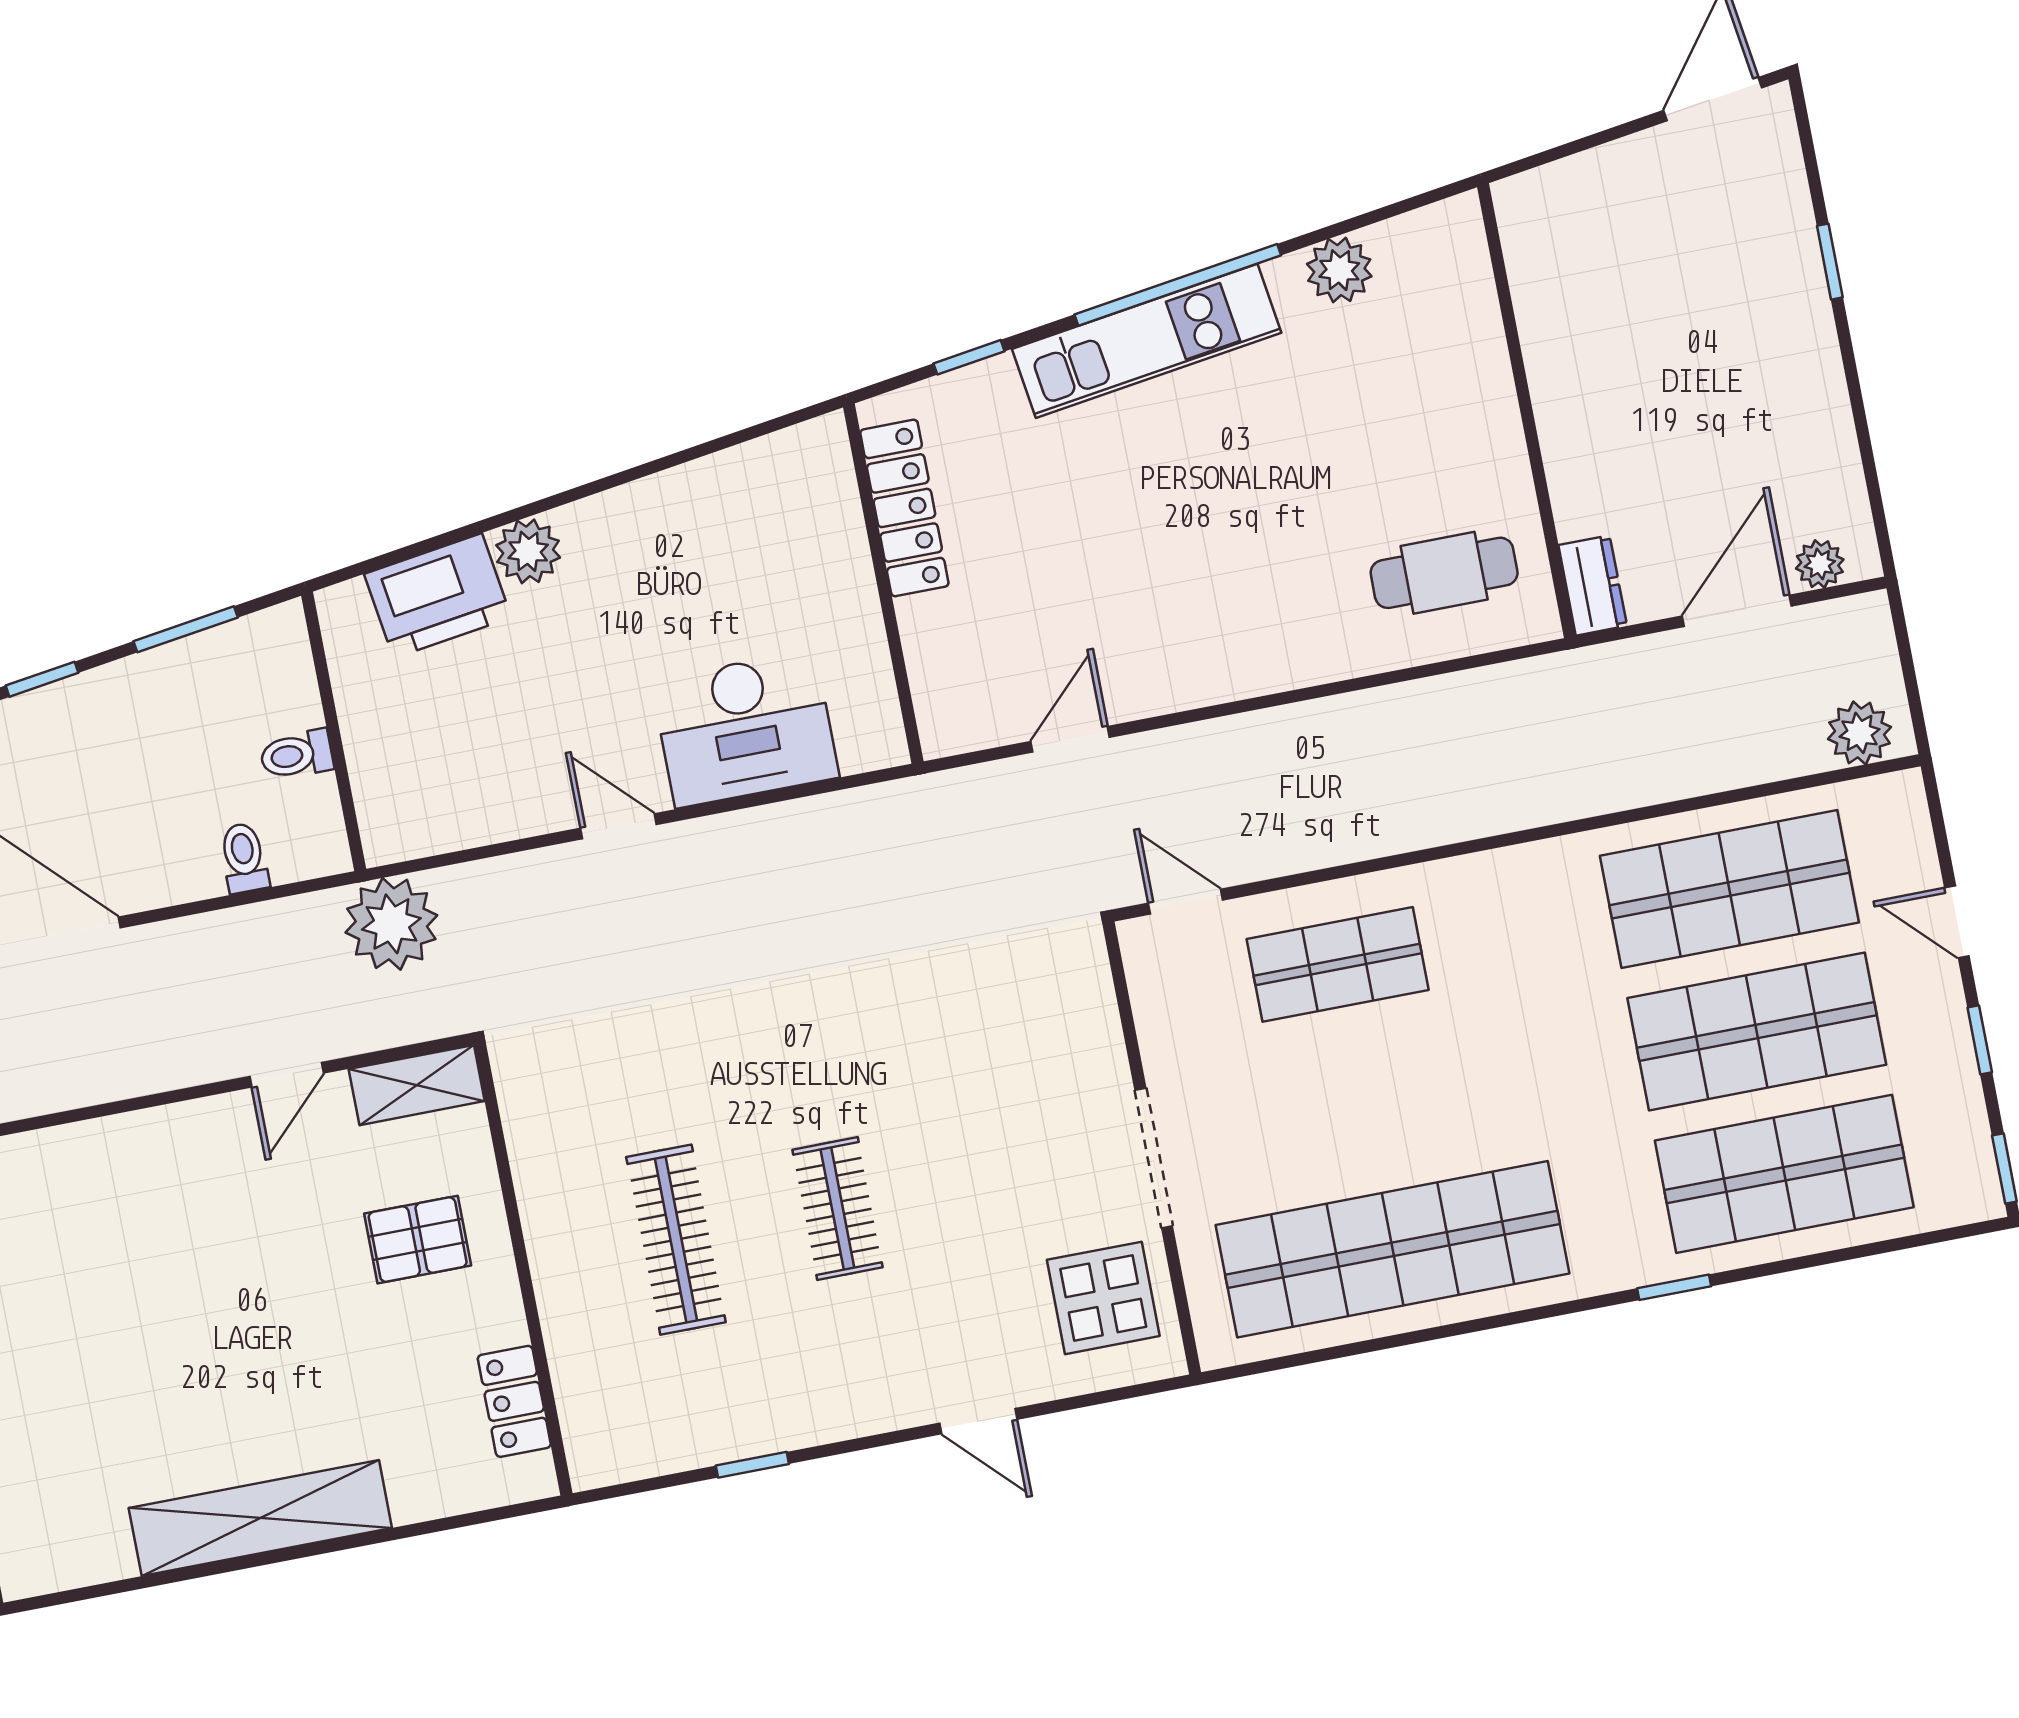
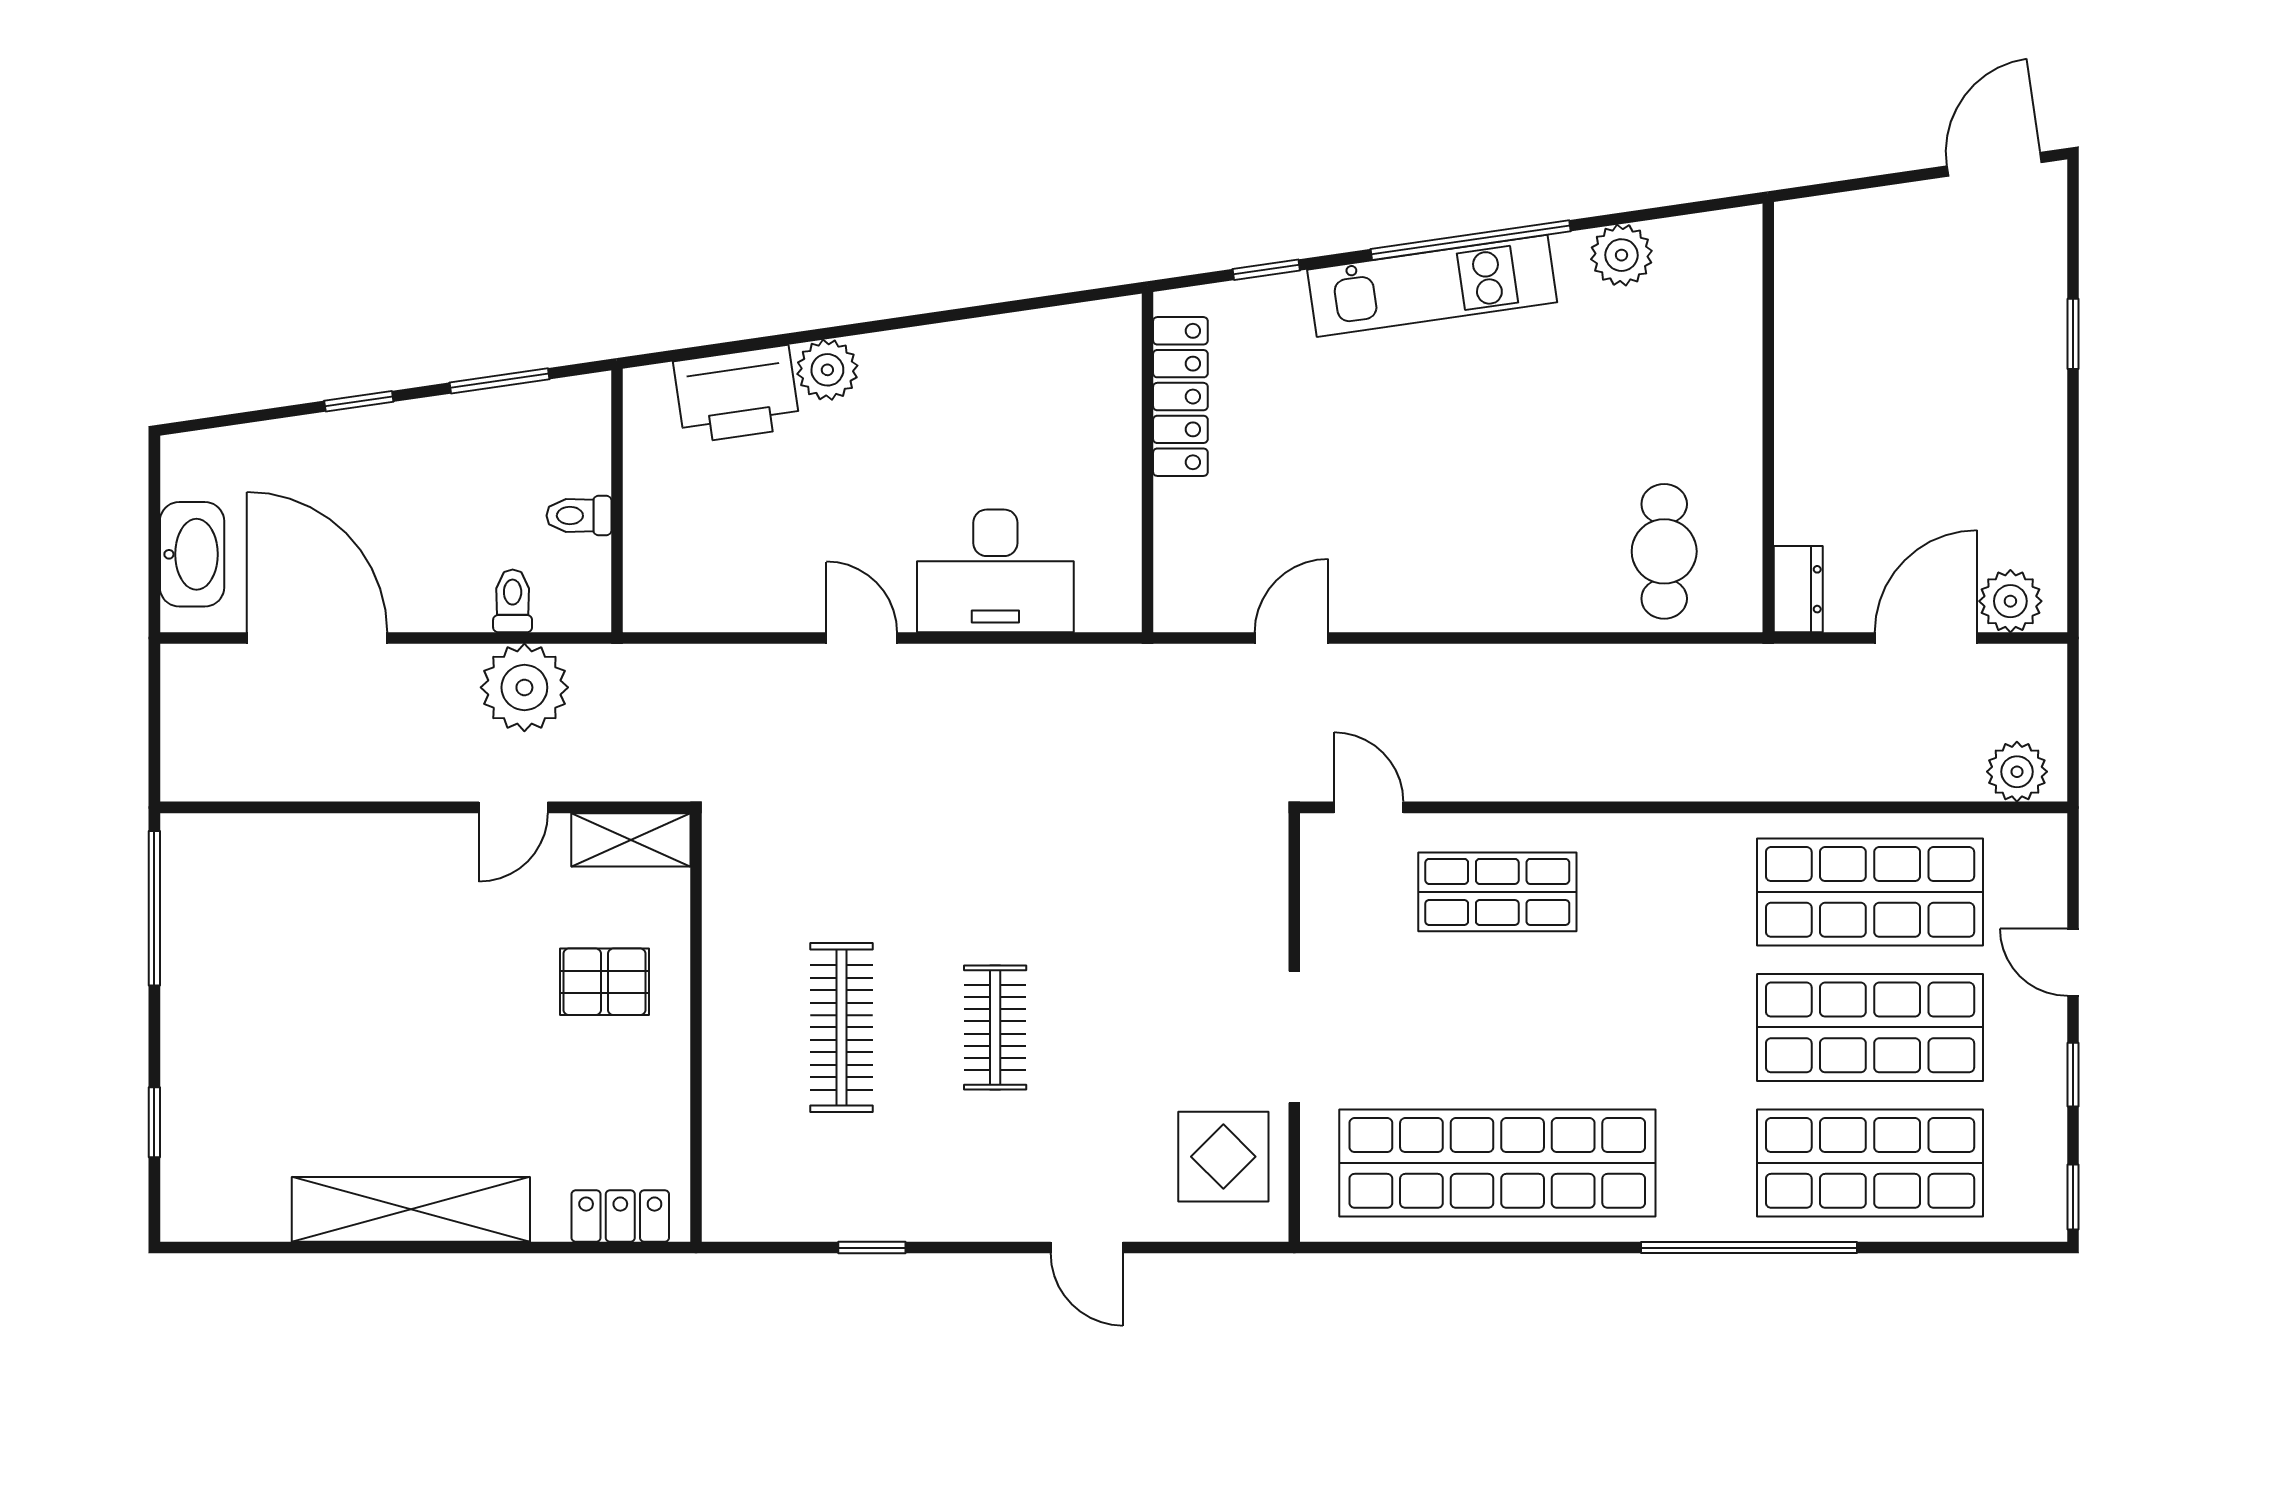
plant: (1820, 564) -> (2010, 601), width x1.38, depth x1.38
cafe table: (1444, 573) -> (1664, 551), turned 90
plant: (391, 924) -> (524, 687), moved
window: (1674, 1287) -> (1749, 1248), width x3.17
locker: (514, 1401) -> (620, 1216), moved, turned 90

